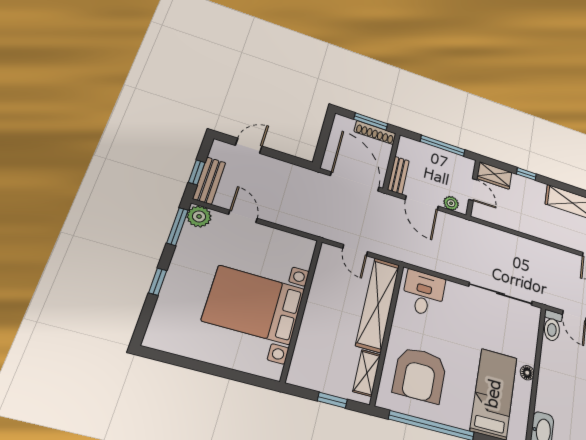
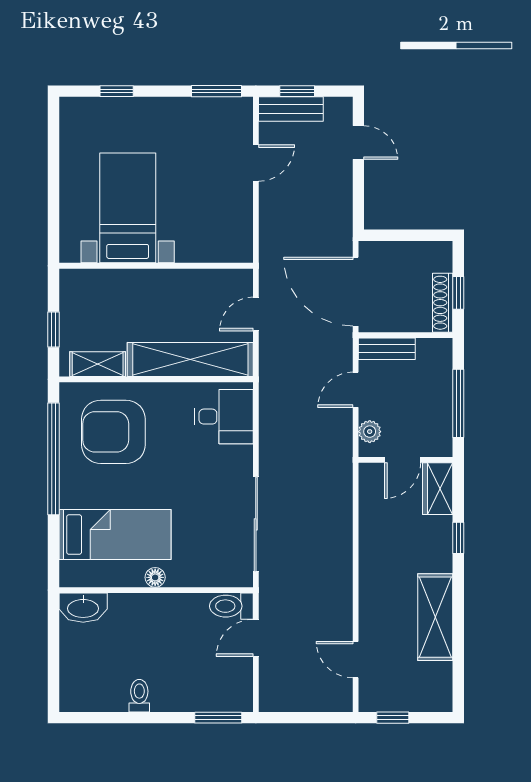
window: (371, 121) -> (458, 293), width x0.67
door: (355, 181) -> (356, 292), swing flipped
door: (422, 203) -> (356, 390), width x0.73
plant: (199, 216) -> (238, 112), removed
window: (158, 282) -> (117, 91), moved
bed with nightstands: (254, 305) -> (128, 208), width x0.73

